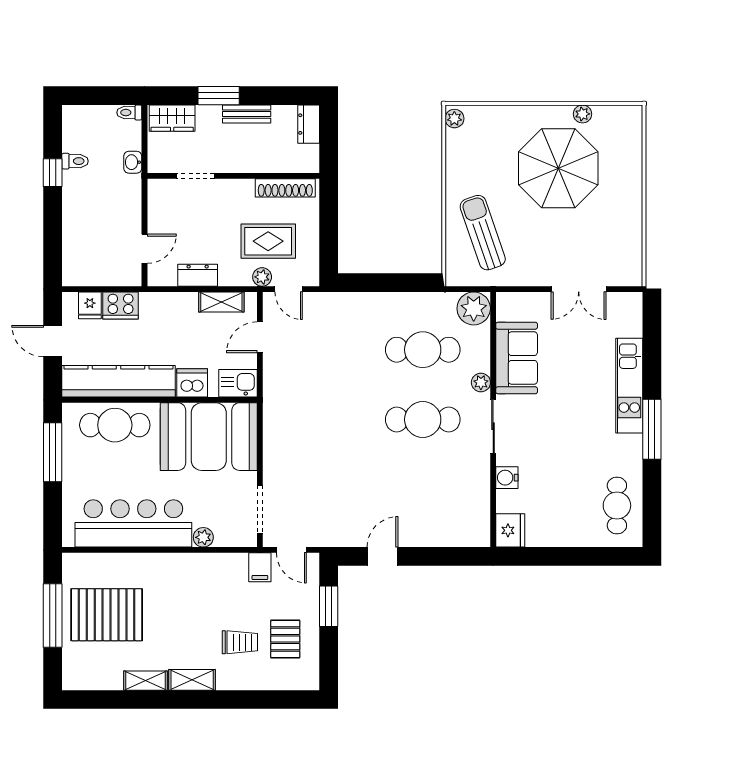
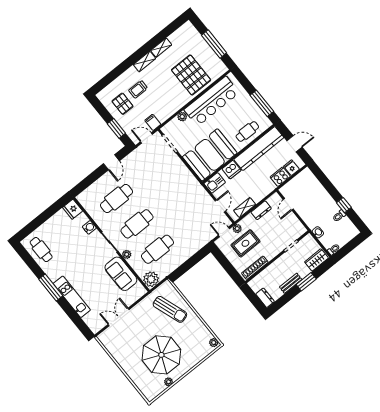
cafe table: (115, 425) -> (247, 132), width x0.73, depth x0.74
cafe table: (423, 489) -> (116, 198), added
pallet: (107, 615) -> (191, 75), moved, turned 90

